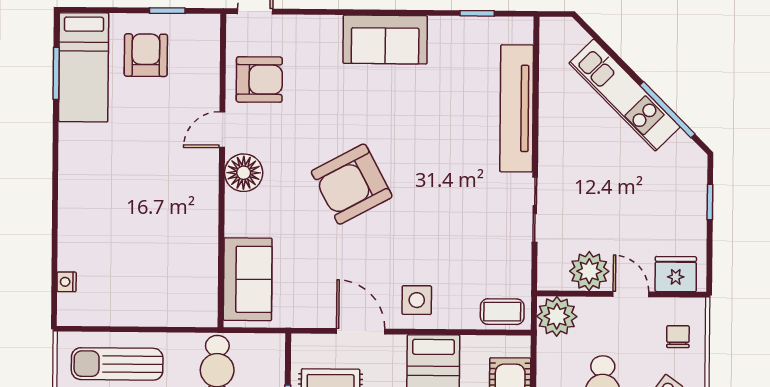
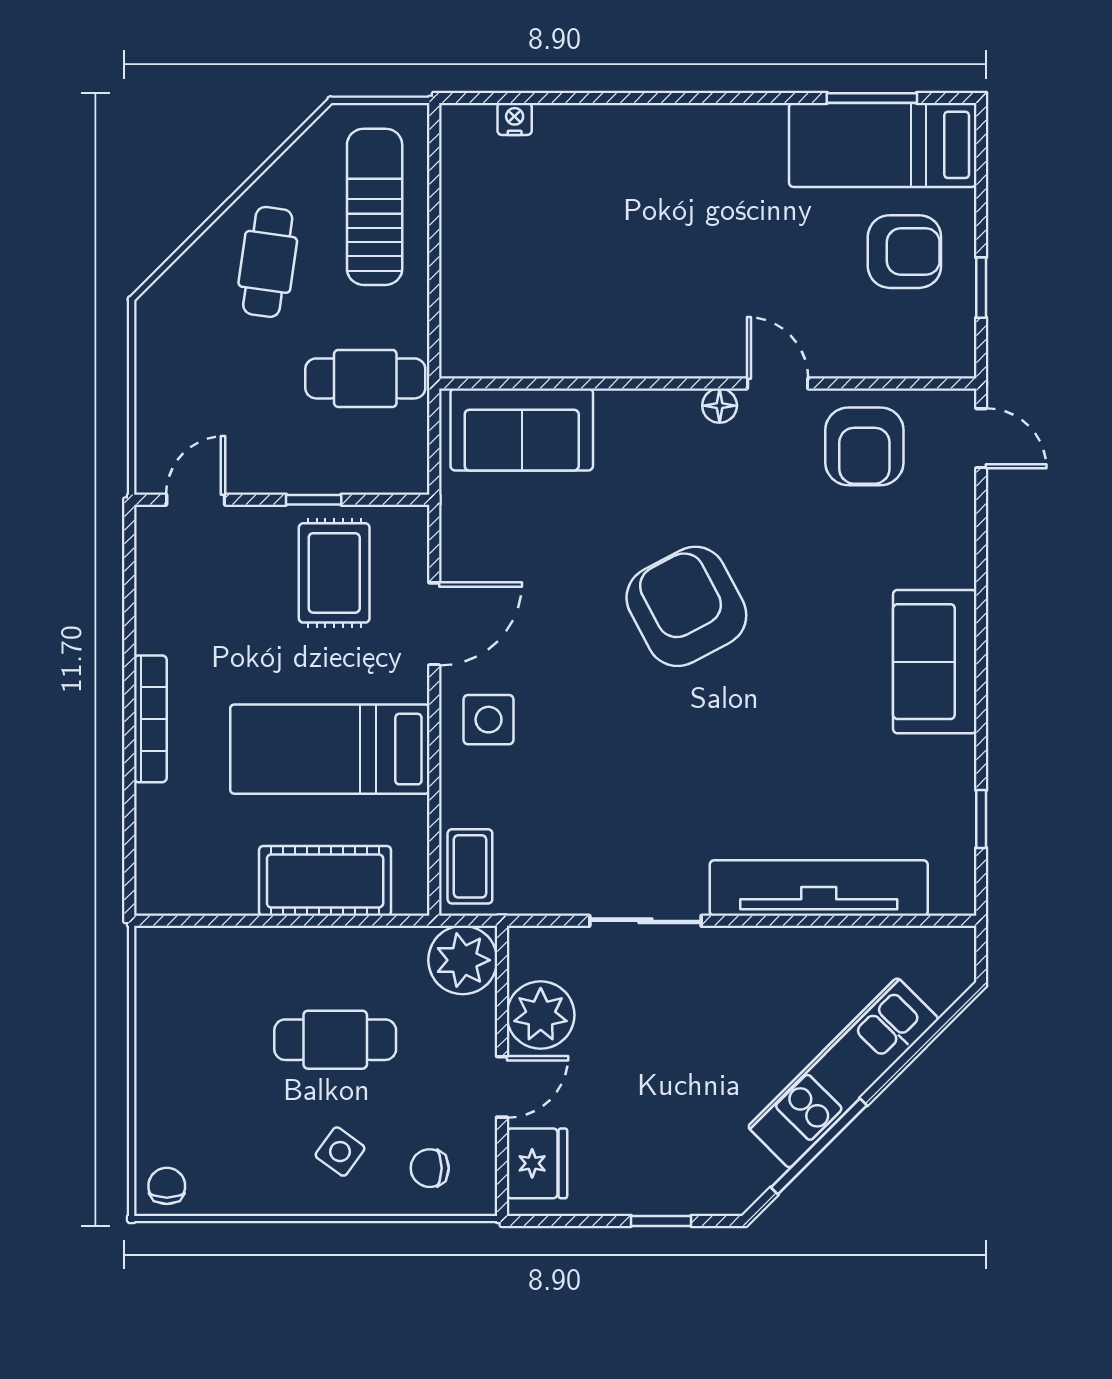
floor lamp: (244, 173) -> (720, 406), width x0.53, depth x0.53
chair: (678, 337) -> (430, 1168), turned 180

